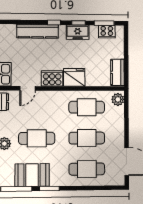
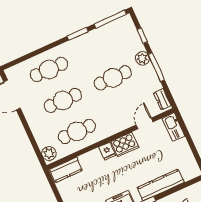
kitchen counter: (117, 72) -> (66, 170), moved, turned 90
fridge: (74, 77) -> (107, 151), width x0.53, depth x0.75
booth: (32, 175) -> (101, 40), removed

